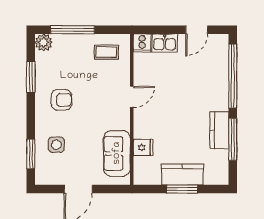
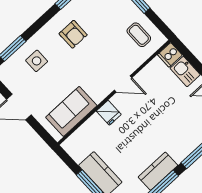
fridge: (143, 148) -> (109, 113), moved

